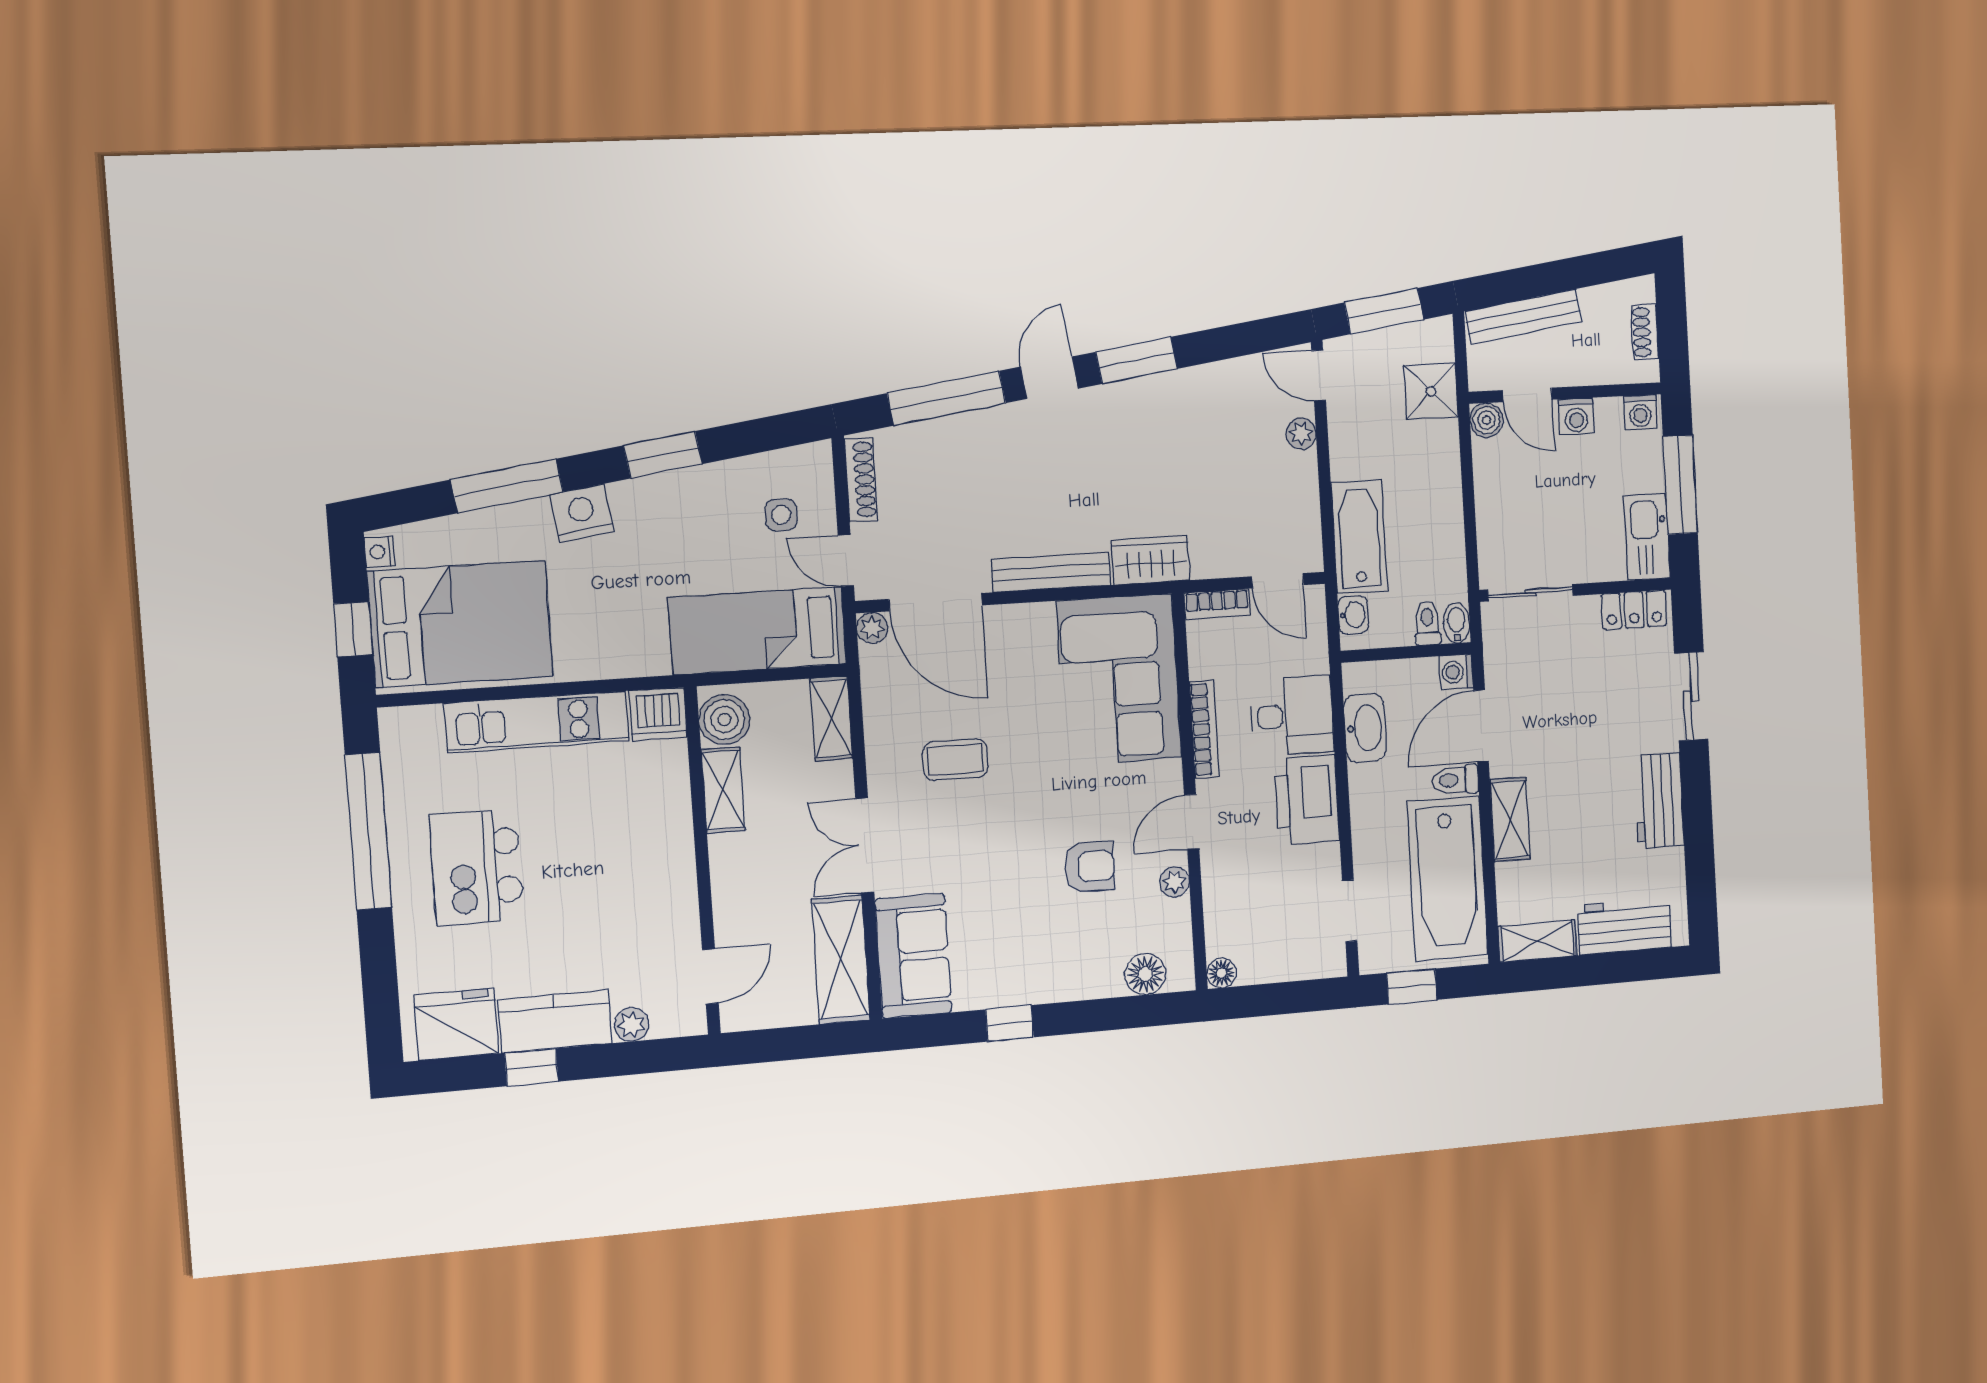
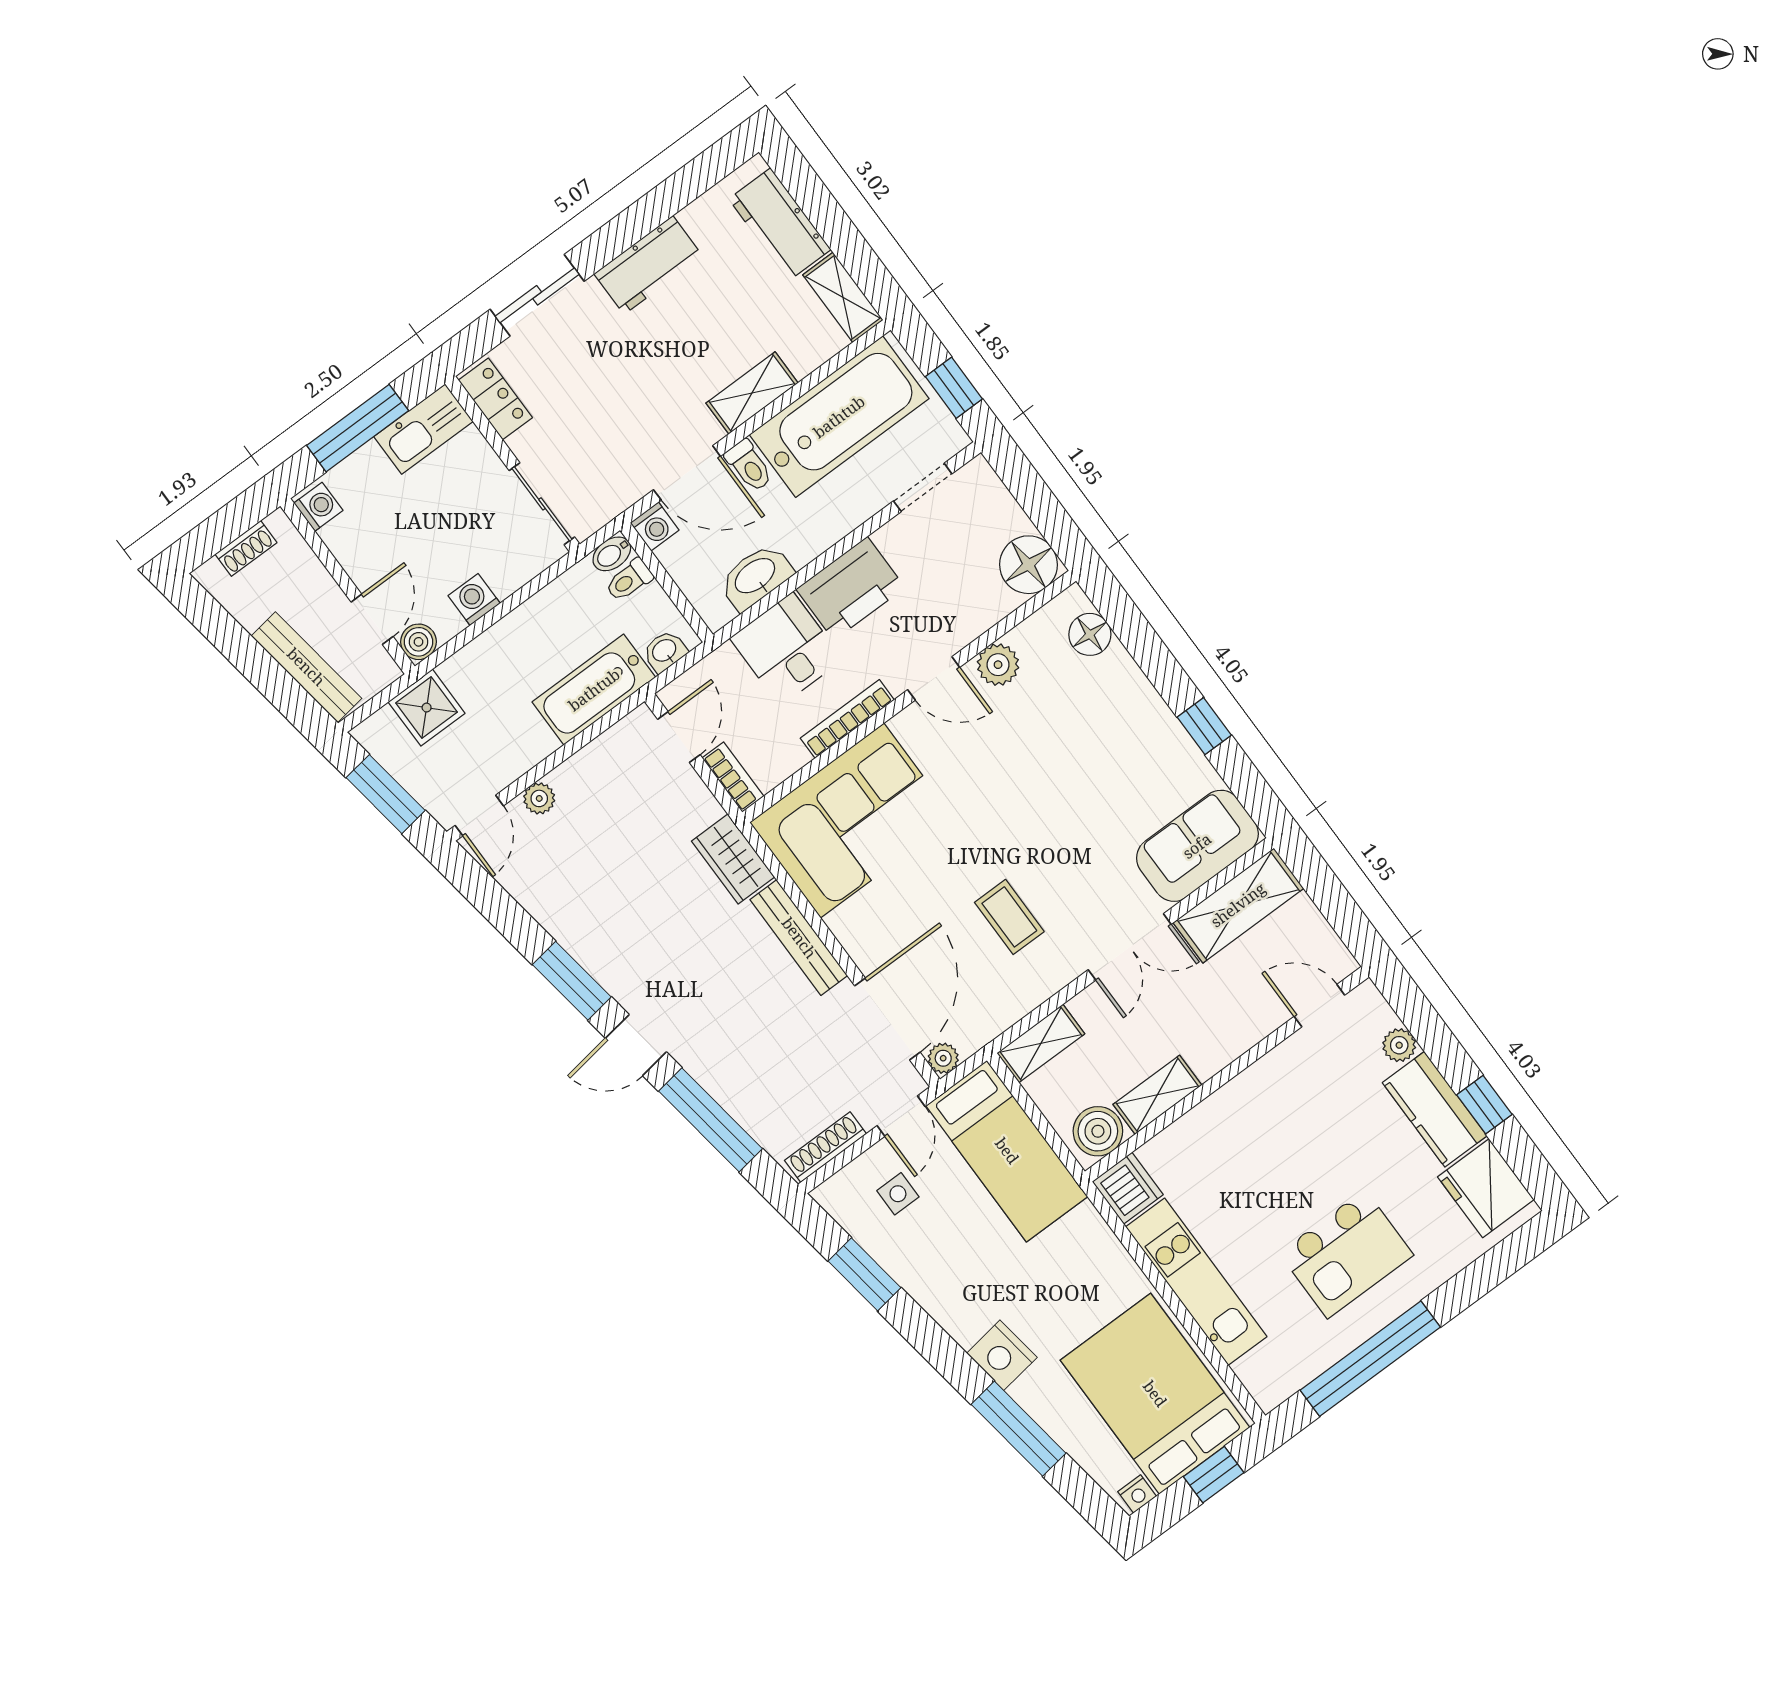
washing machine: (1576, 416) -> (474, 599), moved, turned -90
window: (663, 455) -> (864, 1274), moved
armchair: (1089, 867) -> (1028, 743), removed
plant: (1175, 882) -> (998, 665), width x1.38, depth x1.38
floor lamp: (1221, 973) -> (1029, 565), width x1.89, depth x1.89

